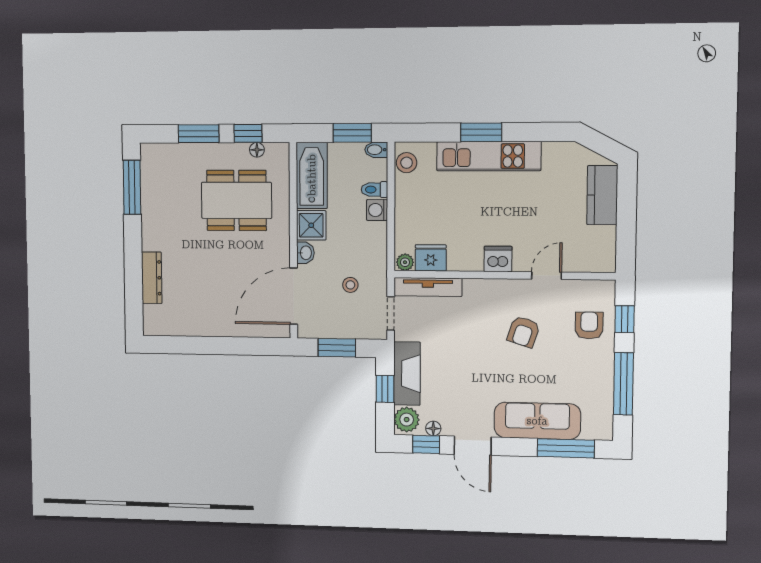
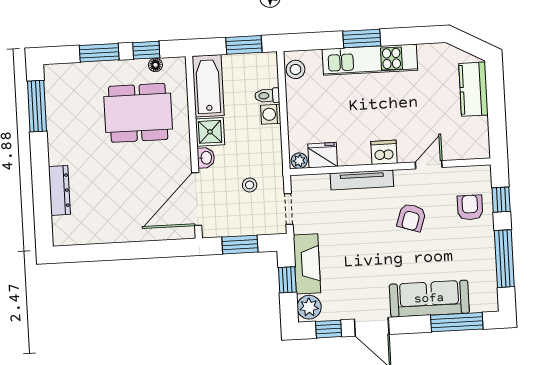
bidet: (376, 150) -> (267, 59), removed
tv unit: (428, 287) -> (362, 180), moved
floor lamp: (433, 428) -> (334, 313), removed

